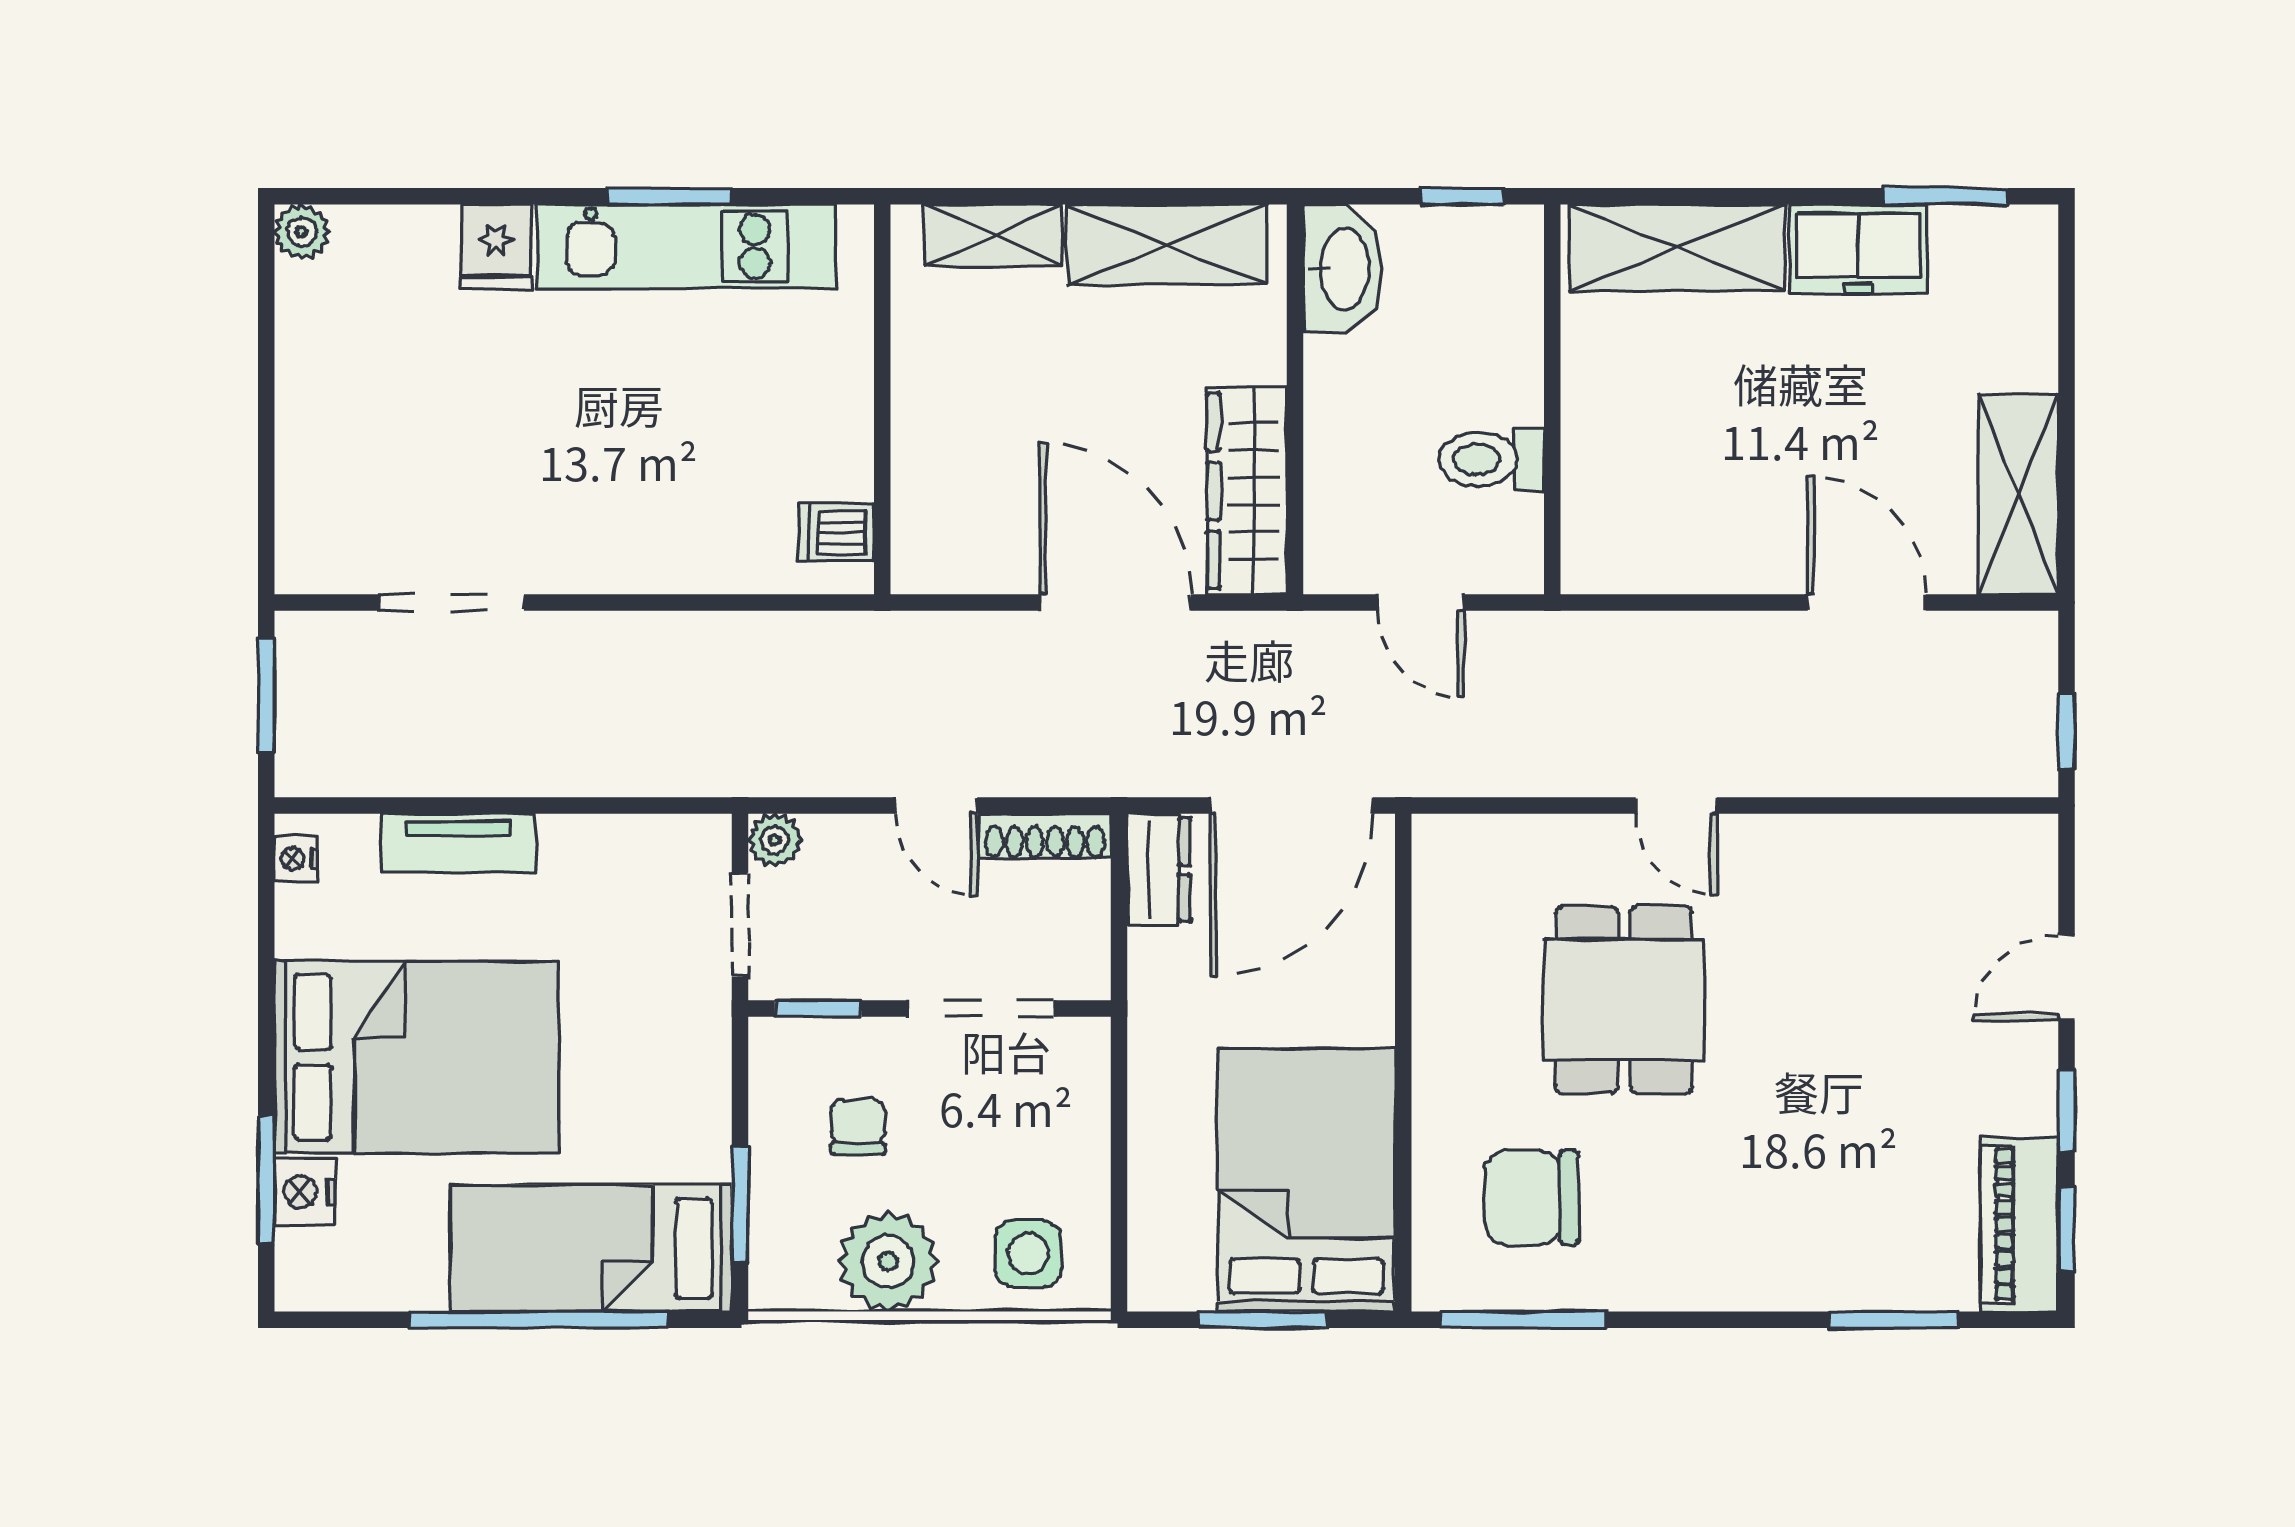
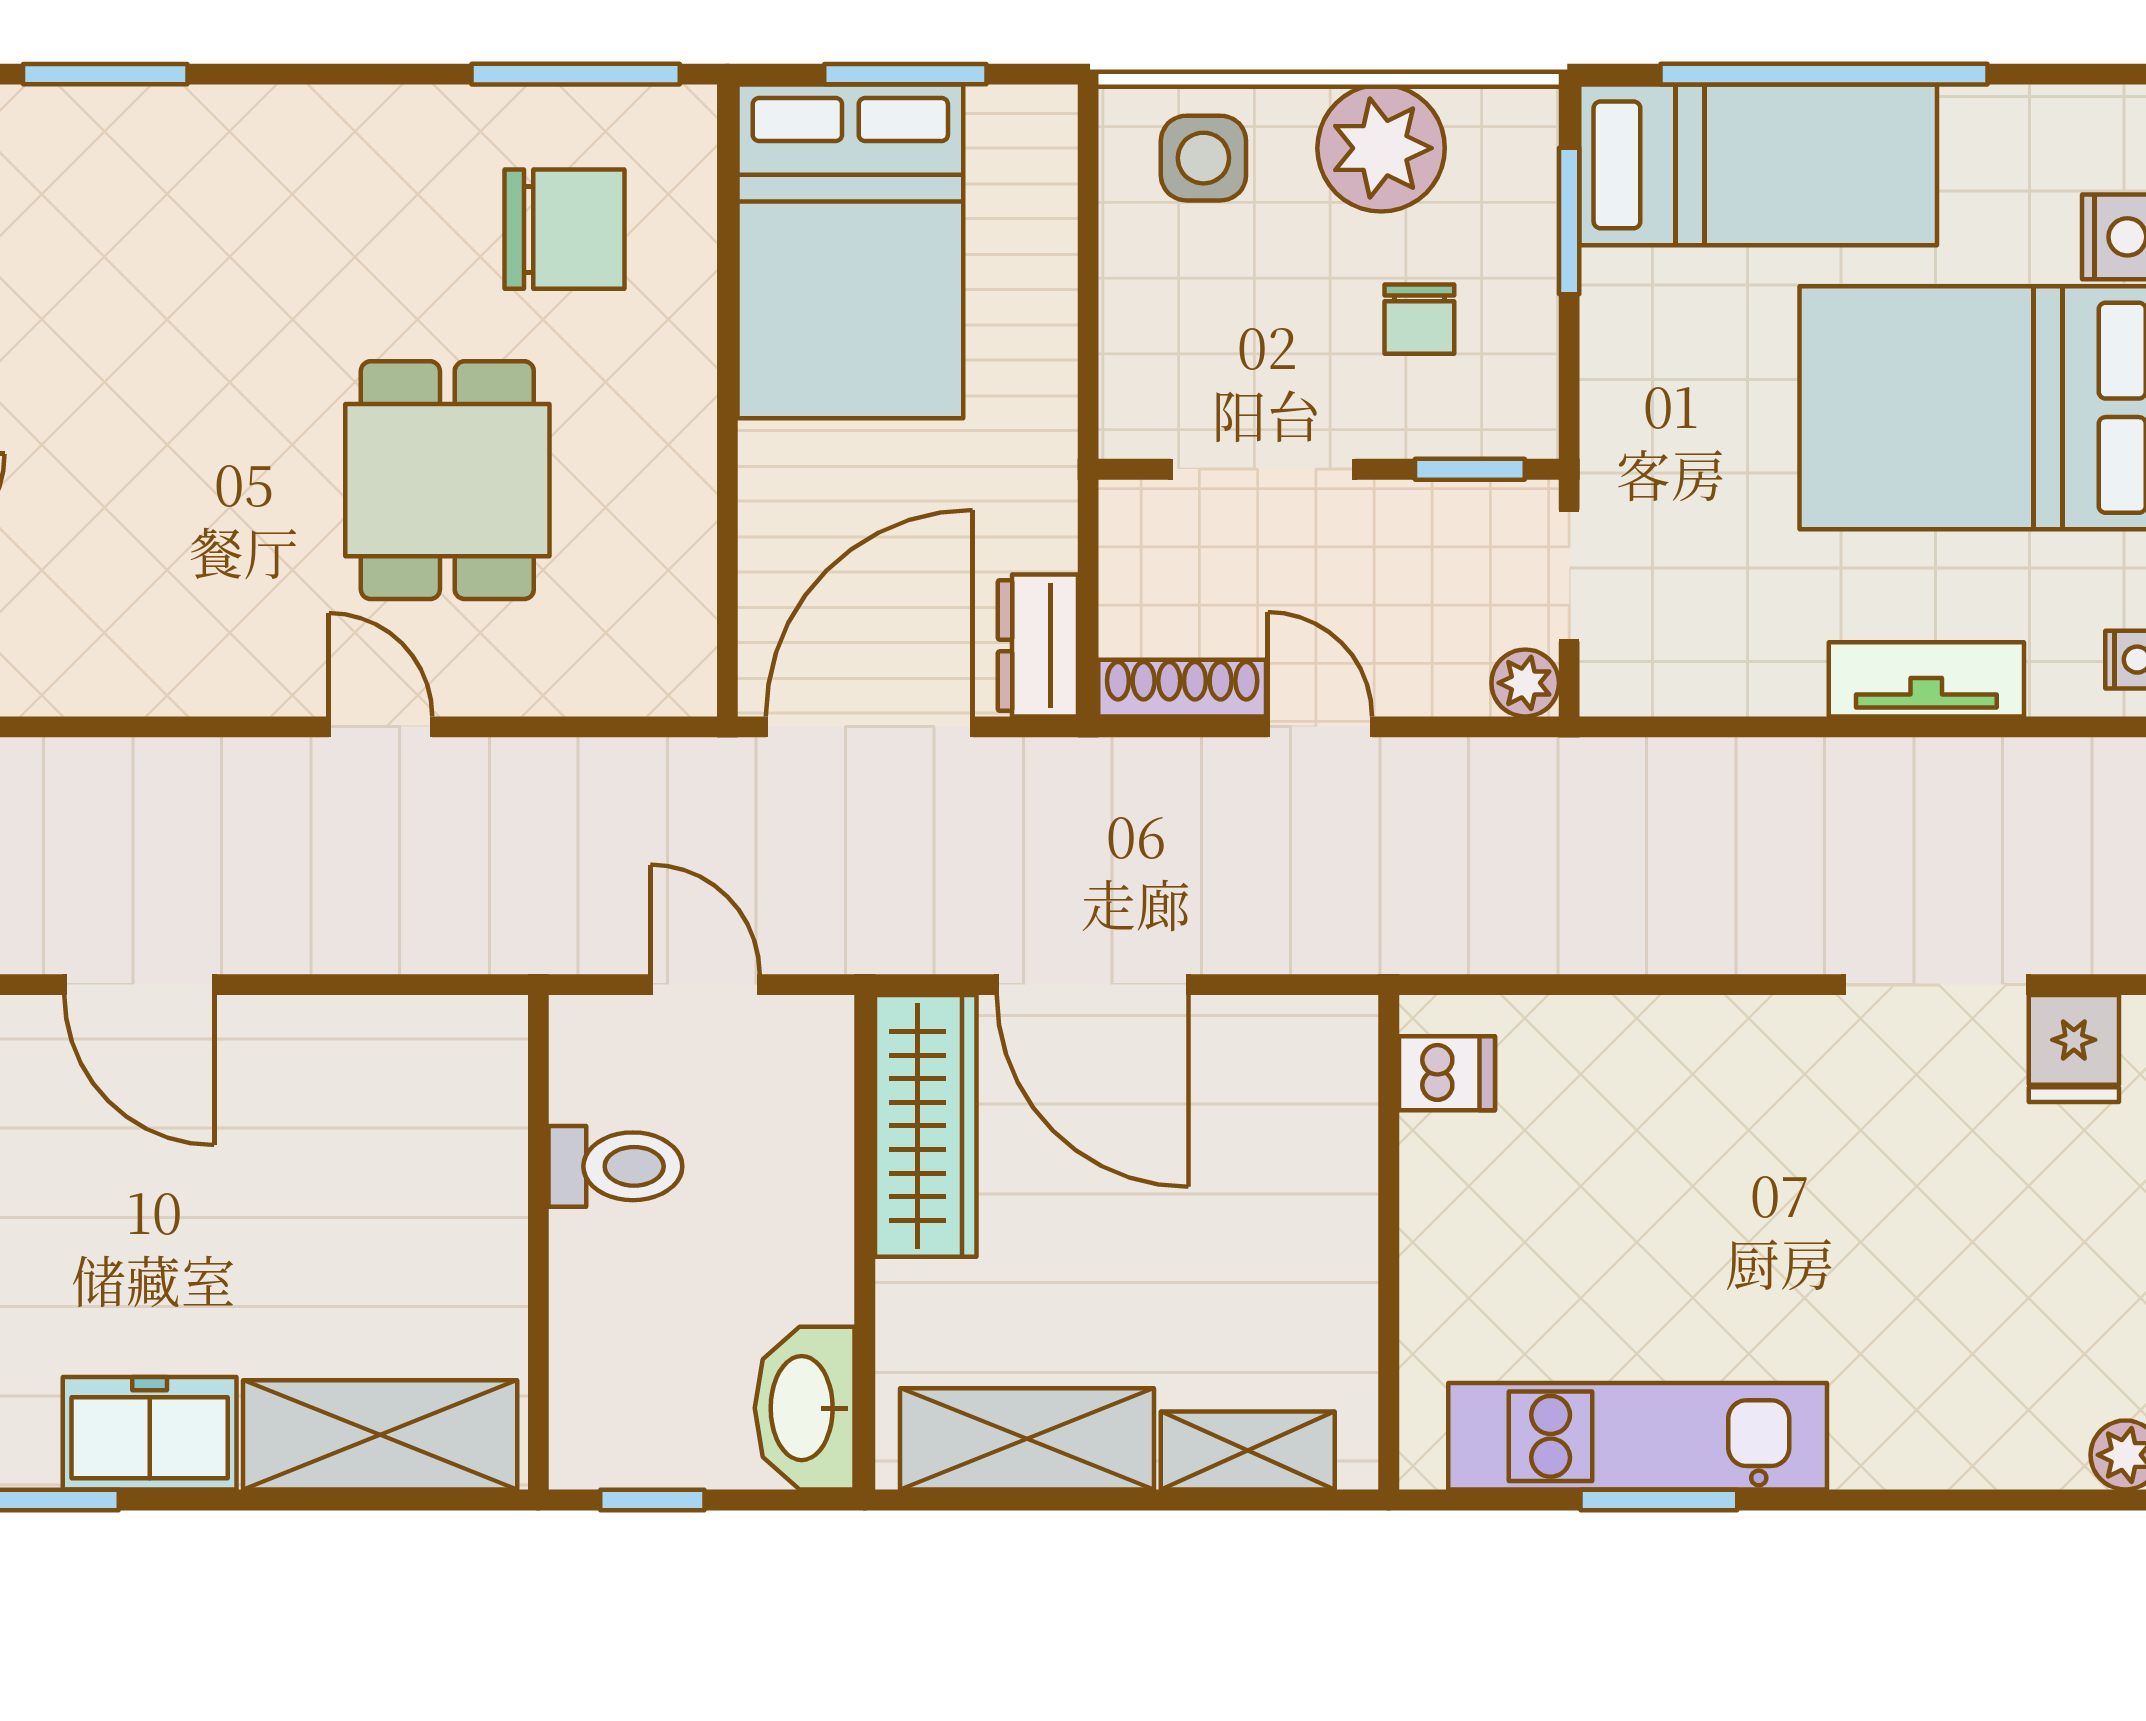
fridge: (496, 247) -> (2074, 1049), moved, turned 180

